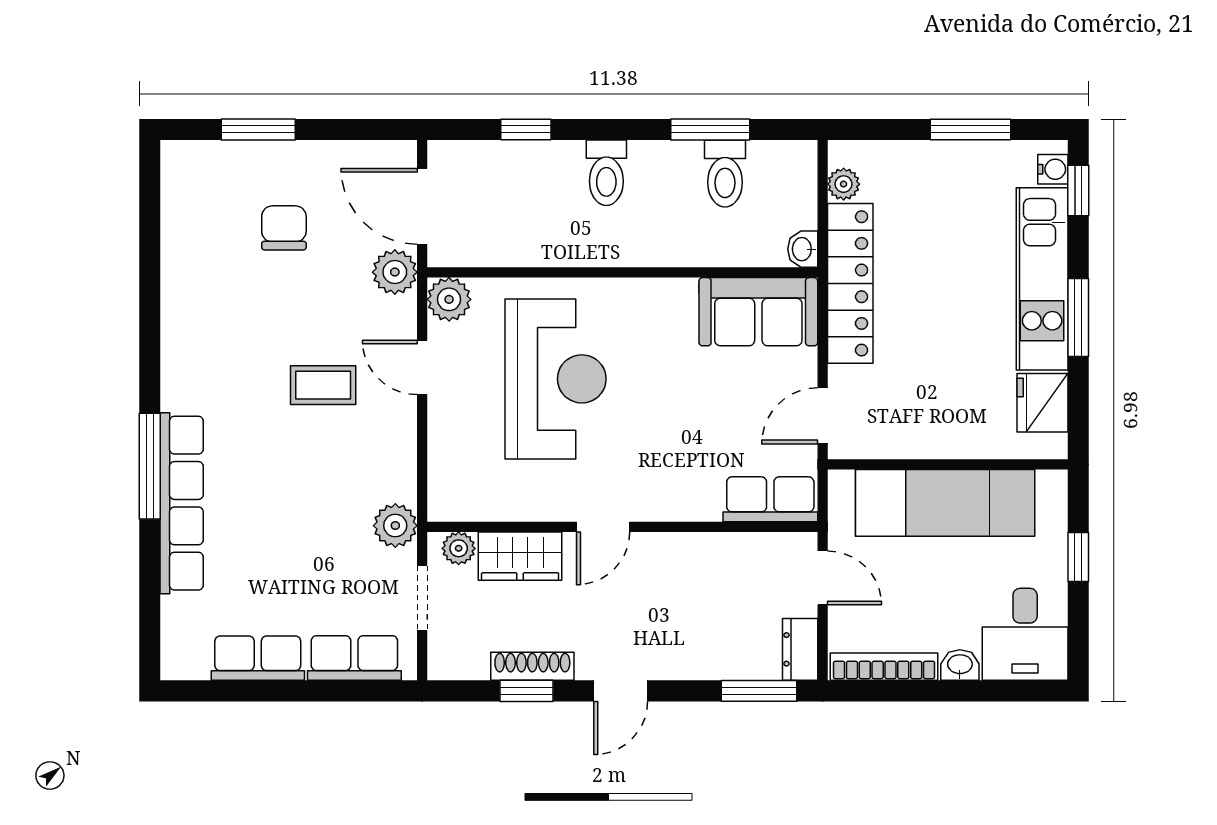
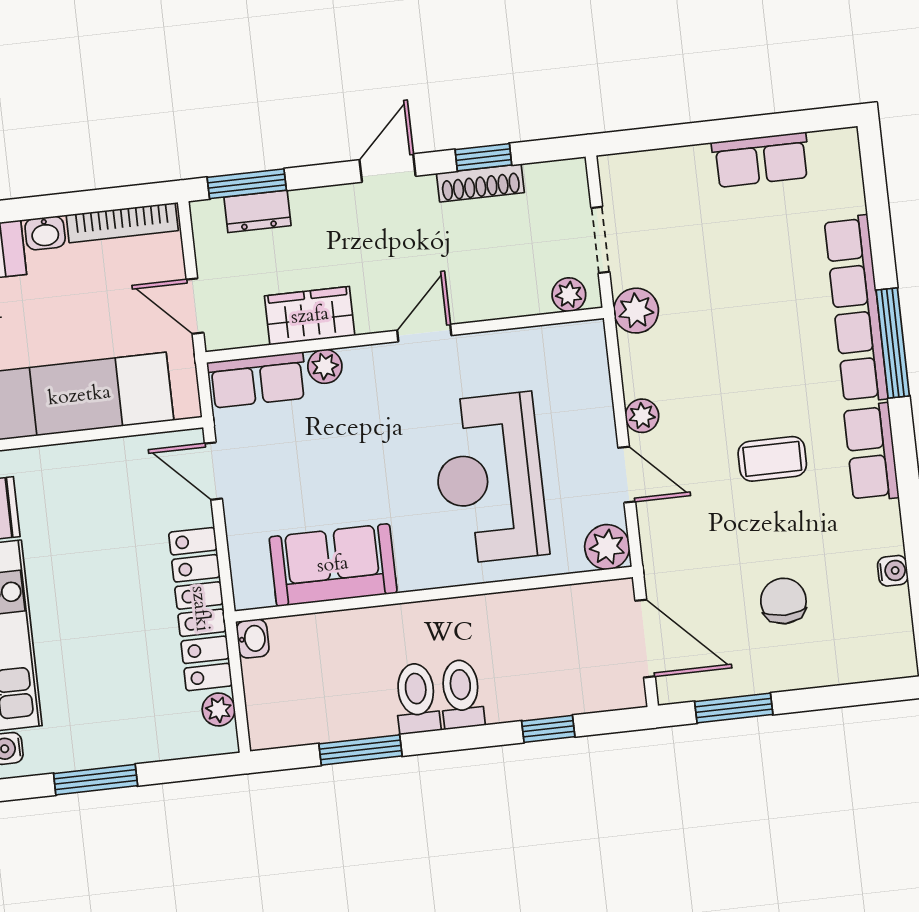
window: (258, 129) -> (734, 708), moved
toilet: (725, 173) -> (417, 698), moved
chair: (284, 228) -> (783, 601), turned 180
water cooler: (175, 245) -> (893, 571), added
plant: (395, 272) -> (642, 416), moved, width x0.73, depth x0.73
sofa: (758, 312) -> (333, 565), moved
coffee table: (323, 385) -> (772, 459), moved
door: (823, 416) -> (213, 471), swing flipped
plant: (703, 505) -> (325, 366), added
wardrobe: (520, 556) -> (310, 316), moved
dresser: (800, 649) -> (257, 211), moved, turned 90
row of seats: (354, 658) -> (871, 452), moved, turned 90

